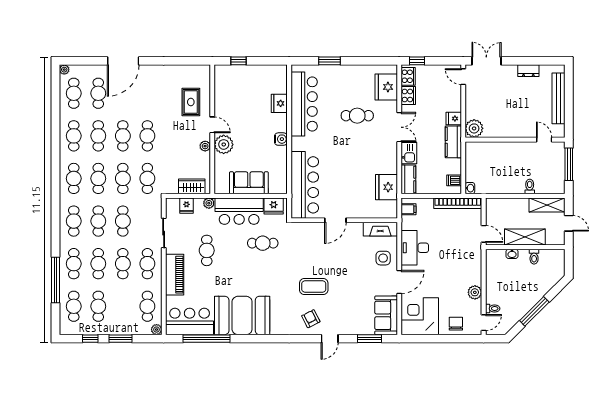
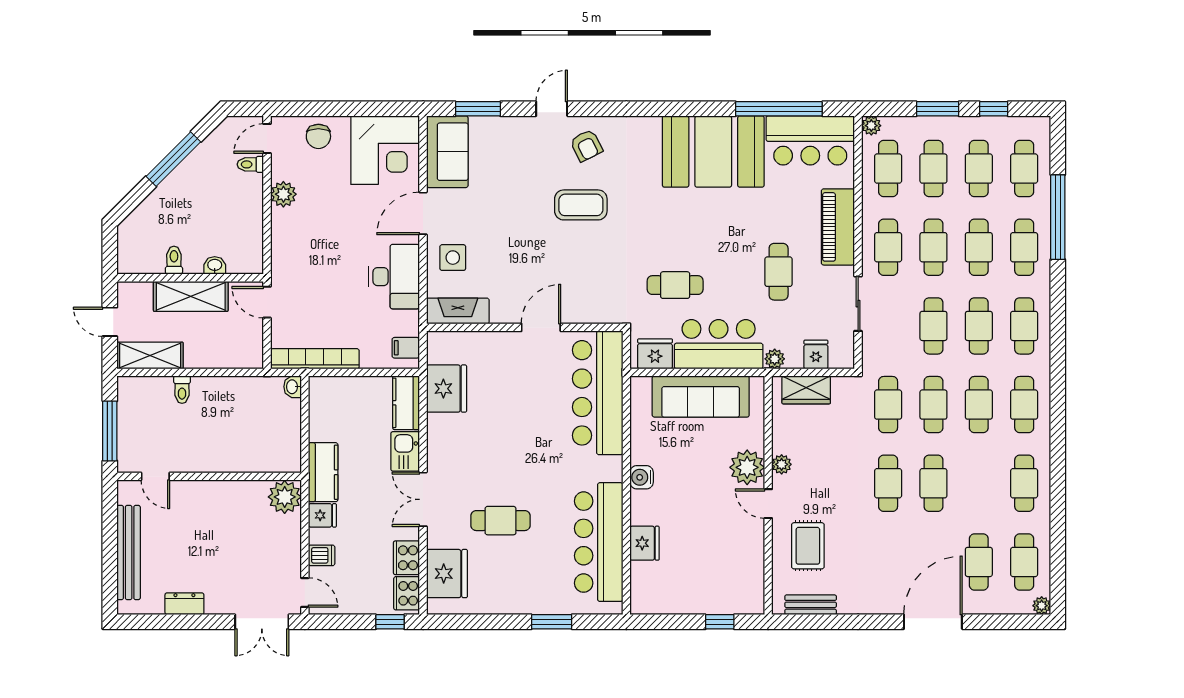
bench: (189, 70) -> (811, 605), added
cafe table: (98, 136) -> (933, 169), moved
dishwasher: (454, 180) -> (322, 555), moved
sofa: (249, 183) -> (701, 396), width x1.36

